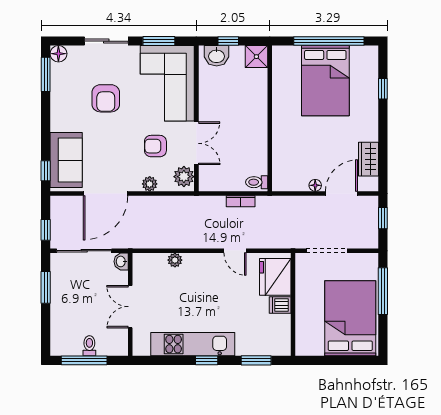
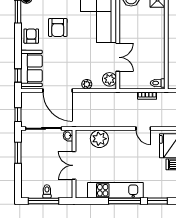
armchair: (155, 146) -> (31, 36), moved, turned 90
door: (106, 194) -> (58, 91), hinge flipped
plant: (175, 260) -> (99, 139), width x1.87, depth x1.87
window: (207, 360) -> (125, 201), width x2.17

